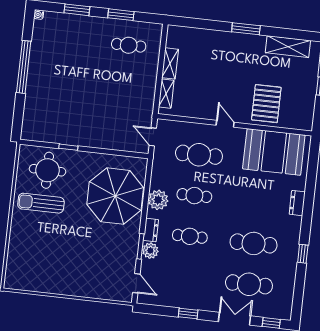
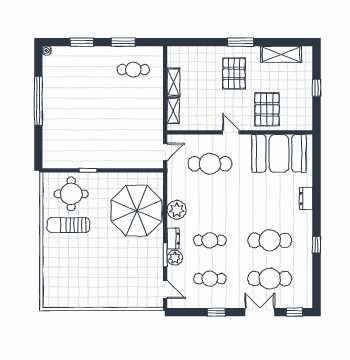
pallet: (235, 61) -> (234, 73), added
door: (153, 137) -> (165, 152), swing flipped
cafe table: (194, 196) -> (210, 279), moved

